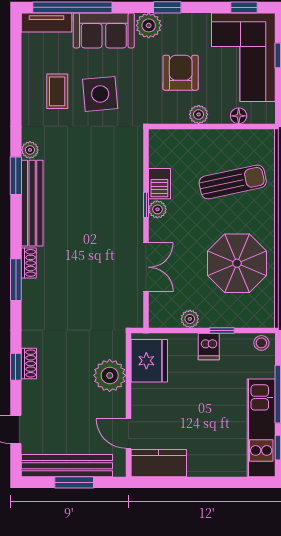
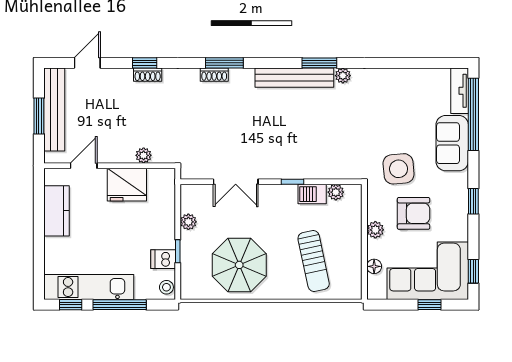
plant: (149, 25) -> (457, 184), removed
coffee table: (57, 91) -> (397, 100), removed
side table: (100, 94) -> (399, 169), moved
plant: (157, 209) -> (336, 192), moved
shoe rack: (29, 263) -> (214, 75), moved
dishwasher: (209, 346) -> (163, 259), moved
fridge: (149, 361) -> (127, 185), moved
plant: (110, 375) -> (144, 155), width x0.53, depth x0.53
kitchen counter: (159, 463) -> (56, 211), moved

